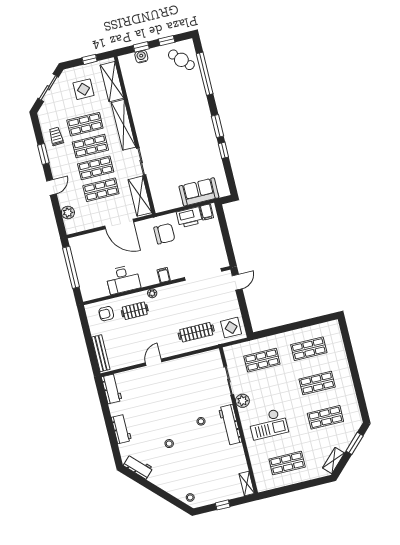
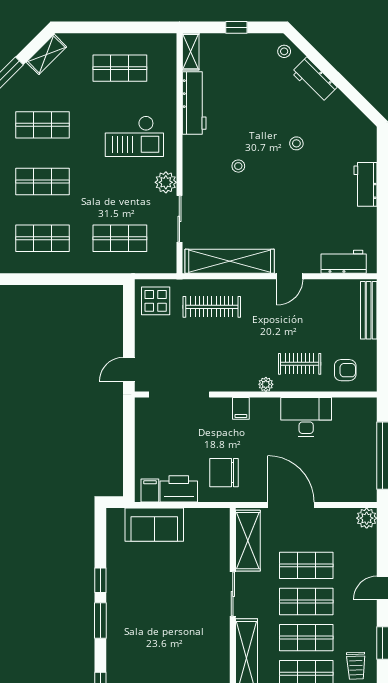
plant: (68, 213) -> (367, 518), moved
shelving: (192, 362) -> (230, 261), added
workbench: (112, 389) -> (344, 262), moved, turned 90
checkout: (268, 424) -> (134, 136), turned 180
workbench: (230, 425) -> (194, 103), moved
workbench: (138, 467) -> (314, 80), moved

